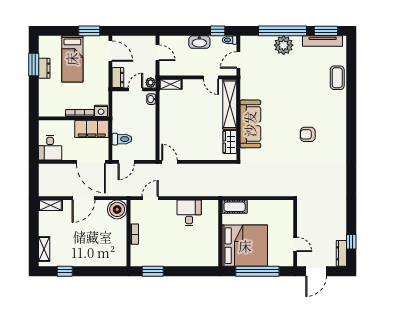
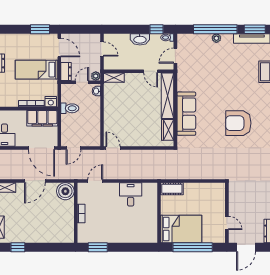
plant: (284, 45) -> (216, 38), width x0.53, depth x0.53
bed: (72, 59) -> (36, 70), moved, turned 90
armchair: (308, 134) -> (238, 123), width x1.88, depth x1.88
toilet: (122, 139) -> (70, 108), moved
bed: (245, 246) -> (181, 229), width x0.73

